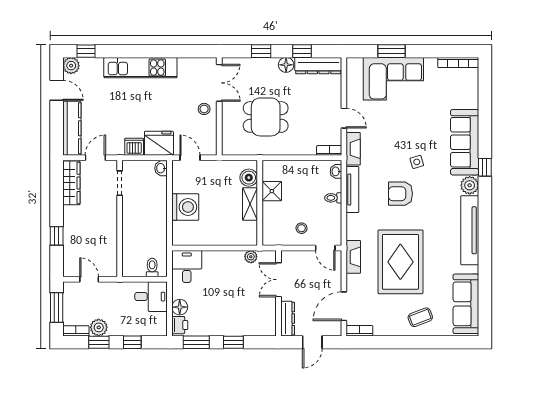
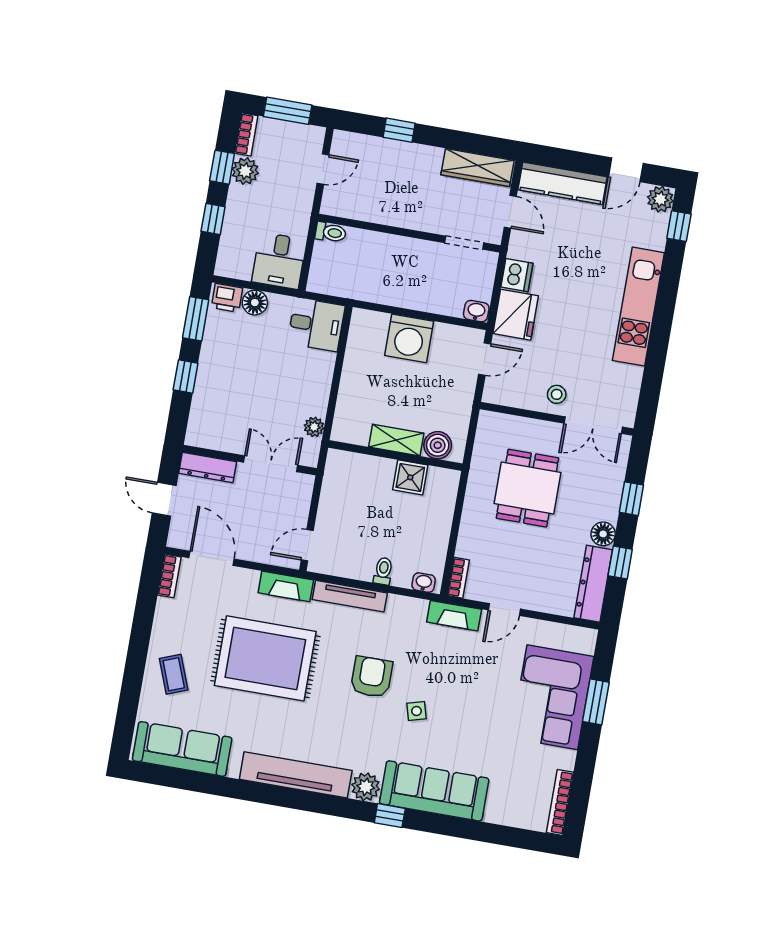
tv unit: (352, 190) -> (350, 596), moved
stool: (302, 228) -> (345, 514), removed
toilet: (152, 267) -> (331, 232), moved

